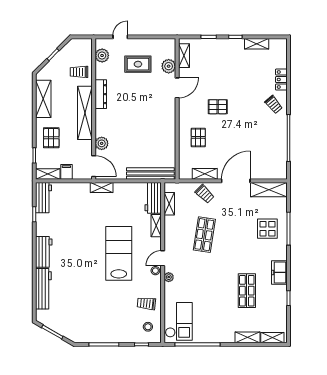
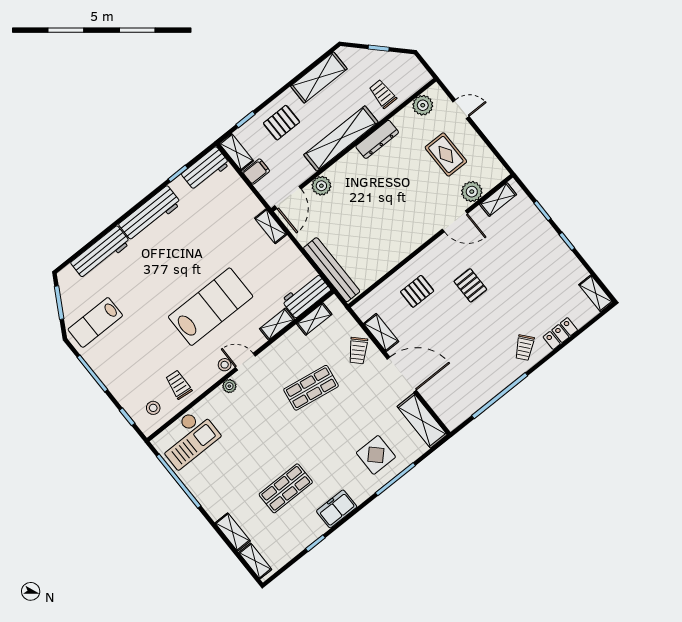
shelving: (257, 44) -> (596, 293), moved
workbench: (44, 252) -> (150, 214), width x1.38
lab bench: (78, 321) -> (95, 322), added

